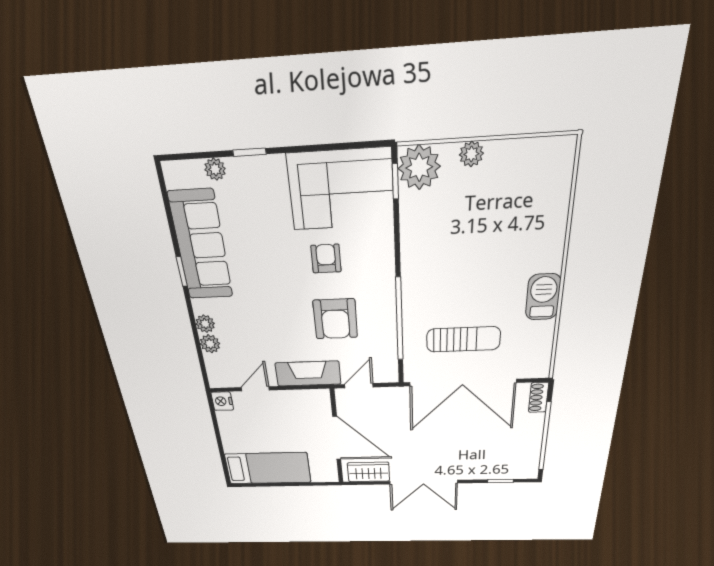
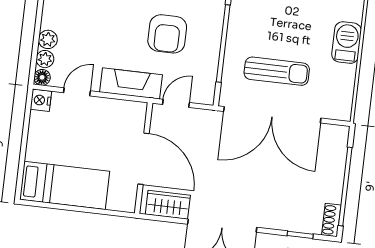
plant: (205, 324) -> (45, 59), moved
floor lamp: (216, 381) -> (42, 77), added
shoe rack: (539, 397) -> (331, 220), moved

